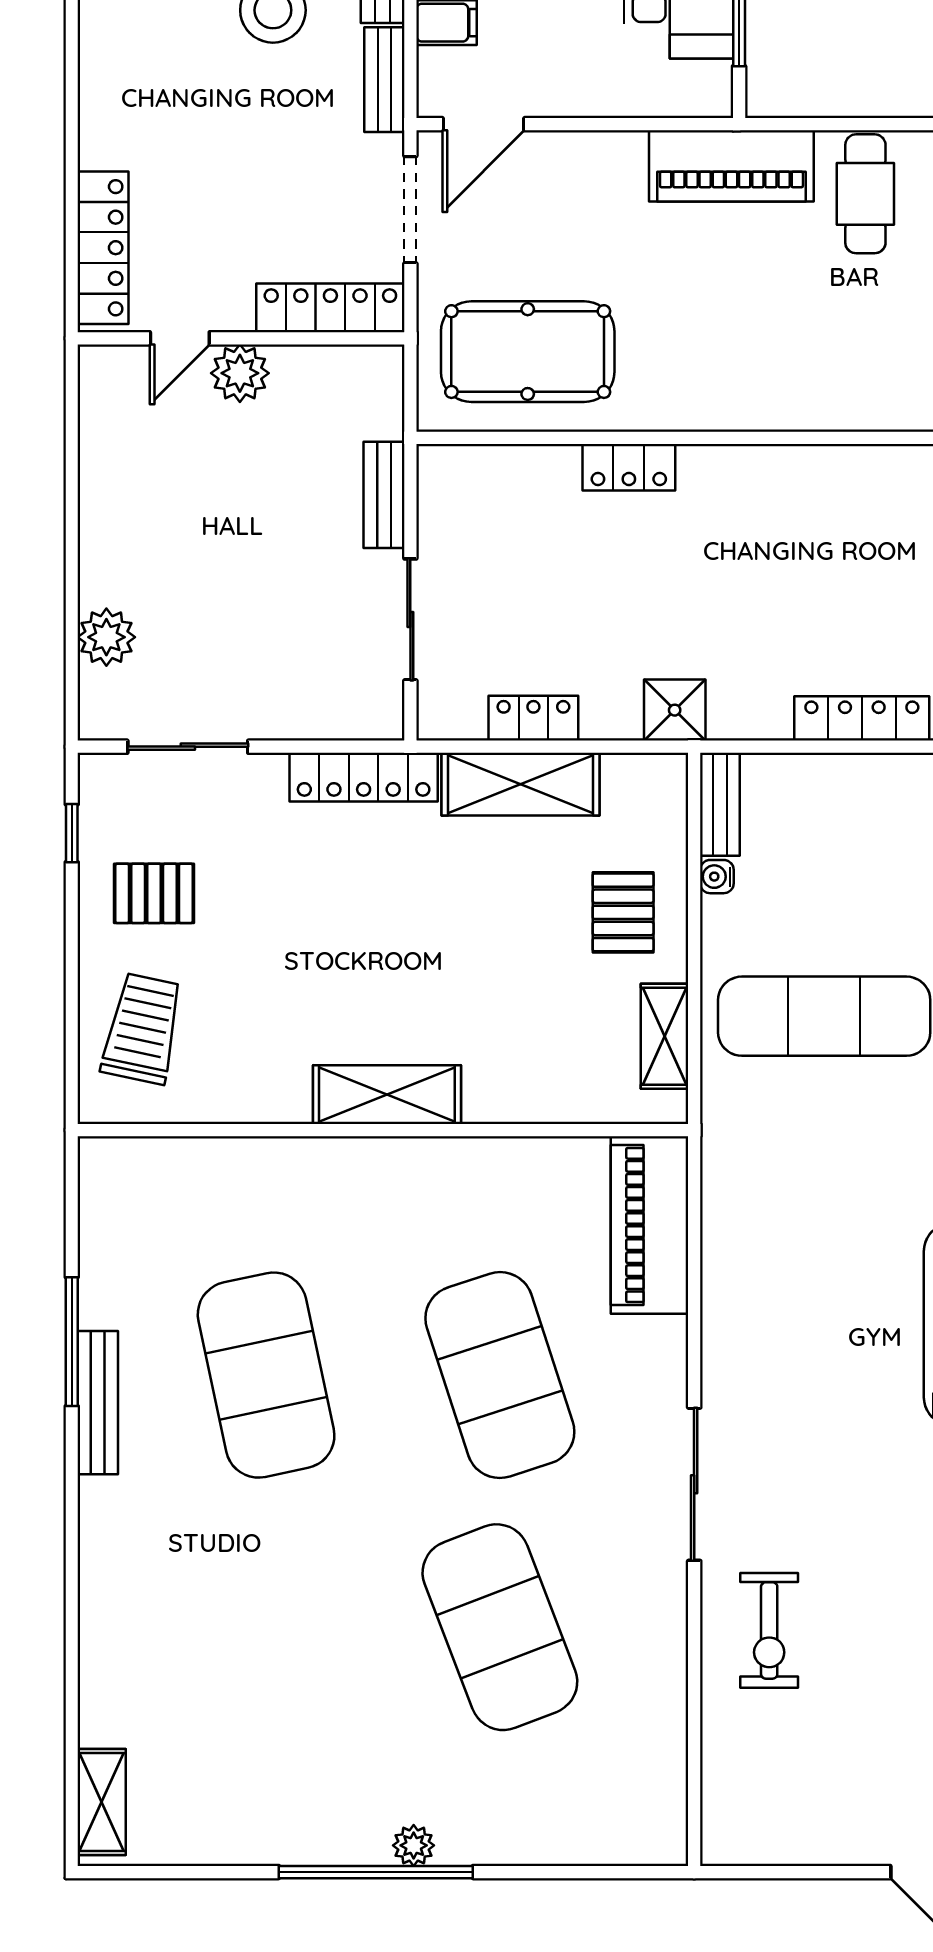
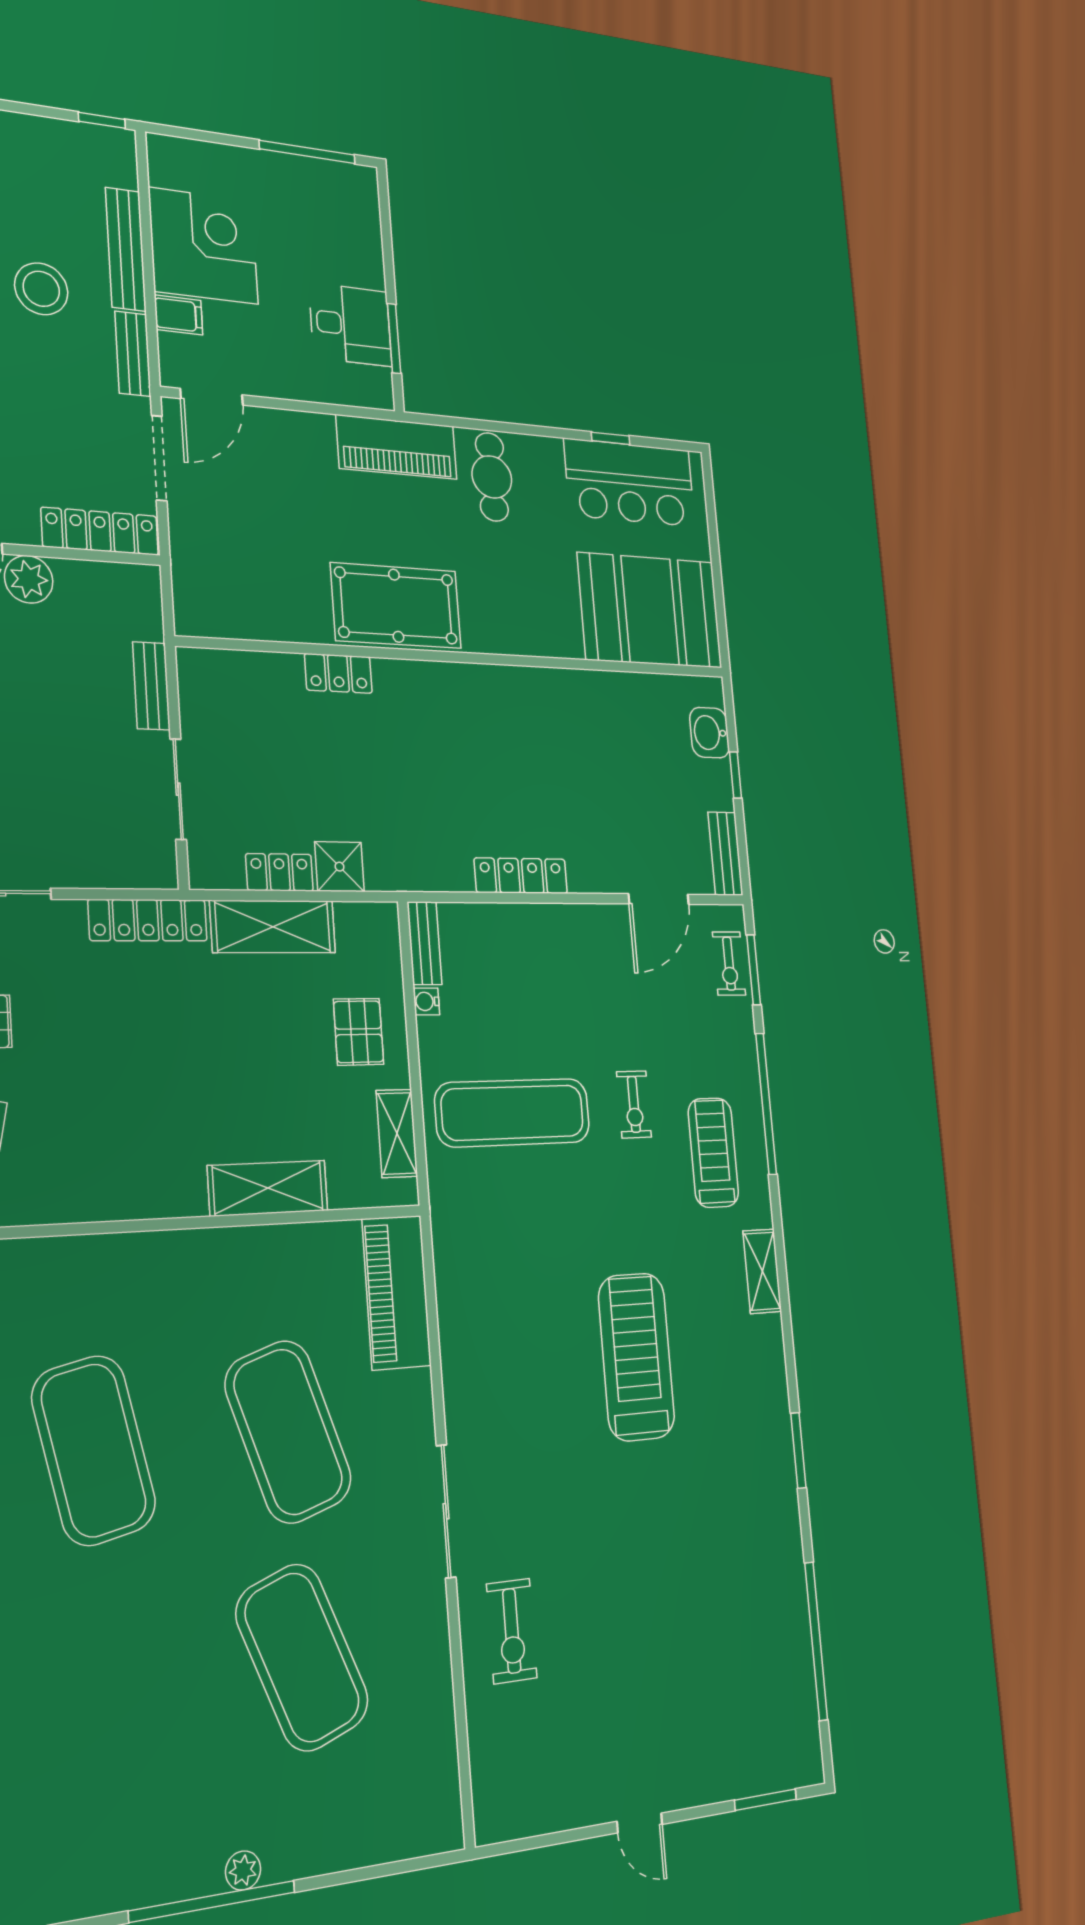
pool table: (528, 352) -> (396, 606), moved
shower: (675, 710) -> (340, 867), moved
shelving: (387, 1095) -> (268, 1188), moved

